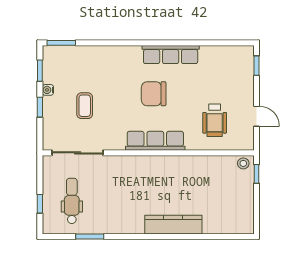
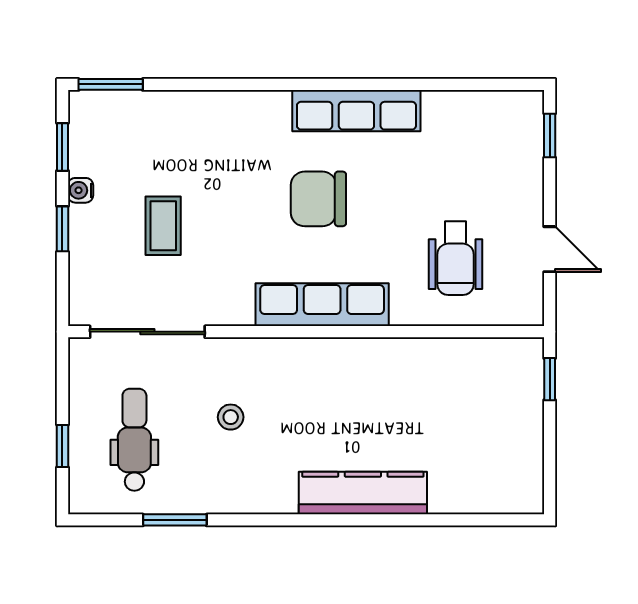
stool: (243, 163) -> (231, 417), moved

